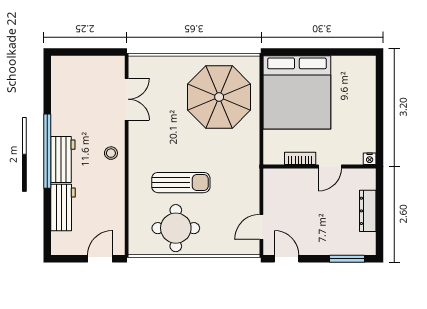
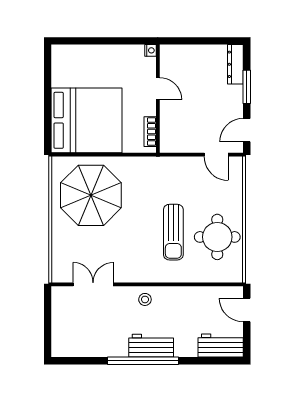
bookcase: (300, 158) -> (150, 132), moved
sun lounger: (181, 183) -> (173, 232), turned 180
workbench: (63, 208) -> (221, 346), moved
dresser: (368, 211) -> (235, 64), moved, turned 90
window: (347, 259) -> (247, 87), moved

